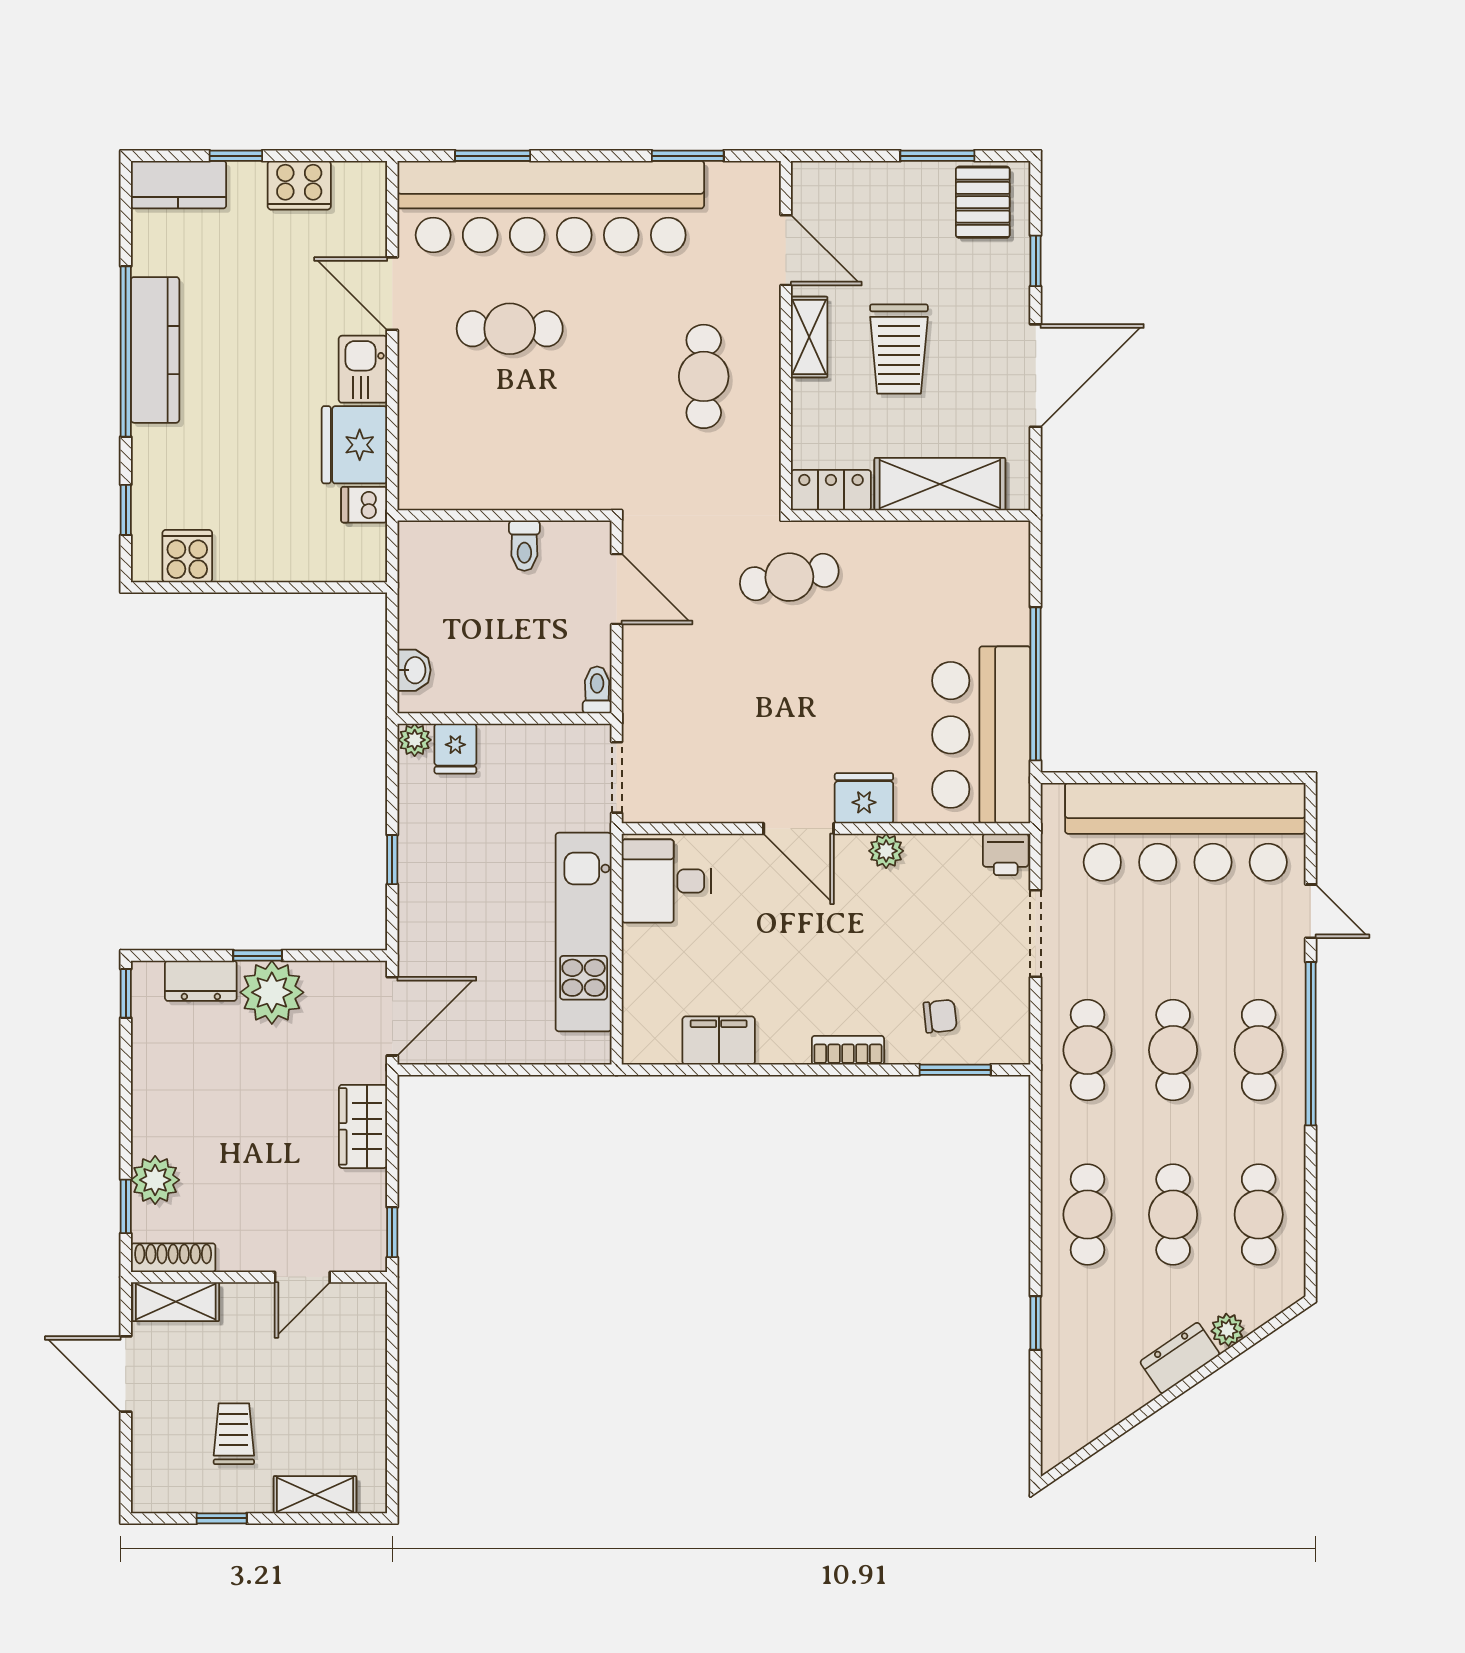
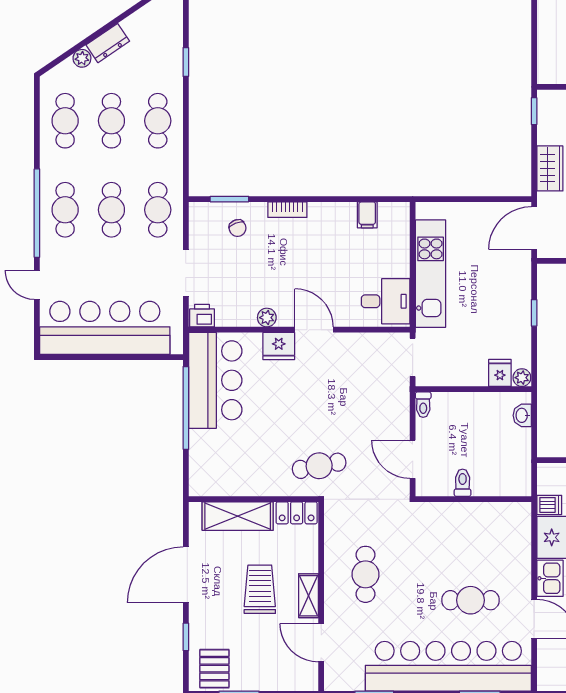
chair: (940, 1016) -> (238, 228), turned -106
filing cabinet: (719, 1041) -> (367, 215), width x0.50

